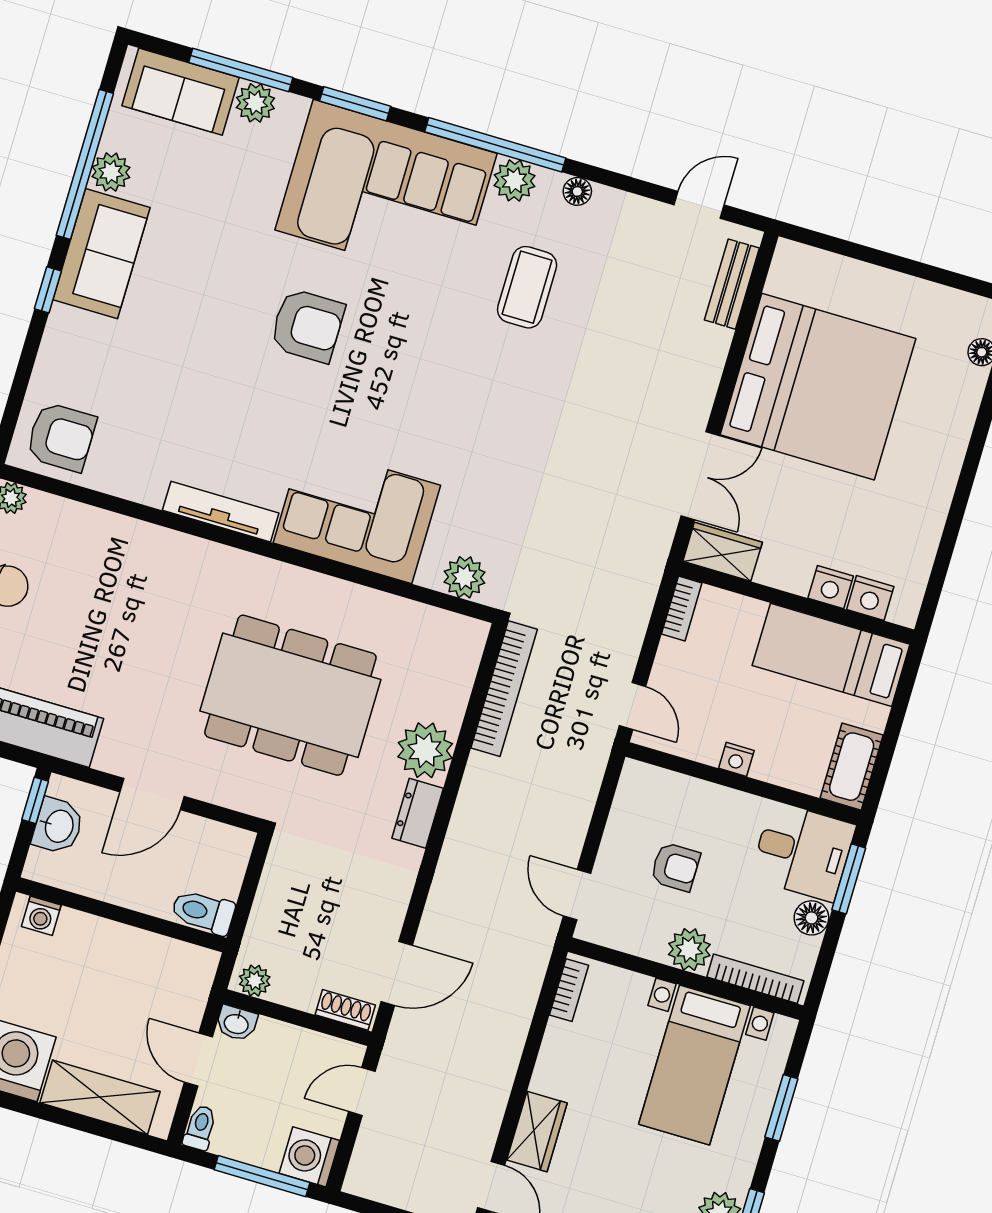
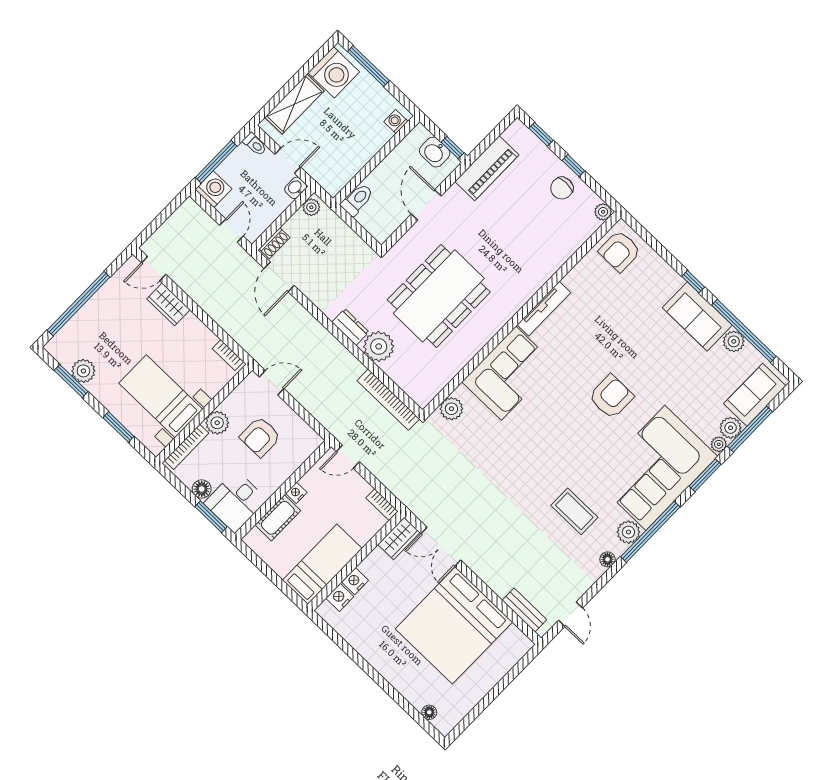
plant: (293, 108) -> (719, 444), added
armchair: (307, 326) -> (611, 397), turned 180
cot: (852, 767) -> (278, 518), moved, turned 90
armchair: (675, 867) -> (260, 437), width x1.38, depth x1.38

